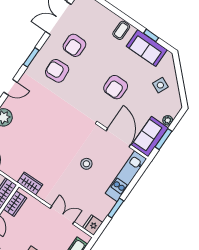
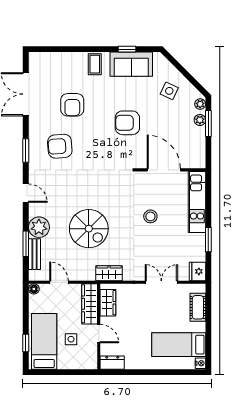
armchair: (74, 45) -> (72, 105), moved
door: (11, 87) -> (26, 193), hinge flipped
armchair: (116, 87) -> (127, 123), turned 90
plant: (176, 109) -> (200, 104), added
sofa: (150, 137) -> (194, 148), removed
window: (163, 139) -> (208, 123), moved
spiral stairs: (37, 142) -> (89, 229), added

